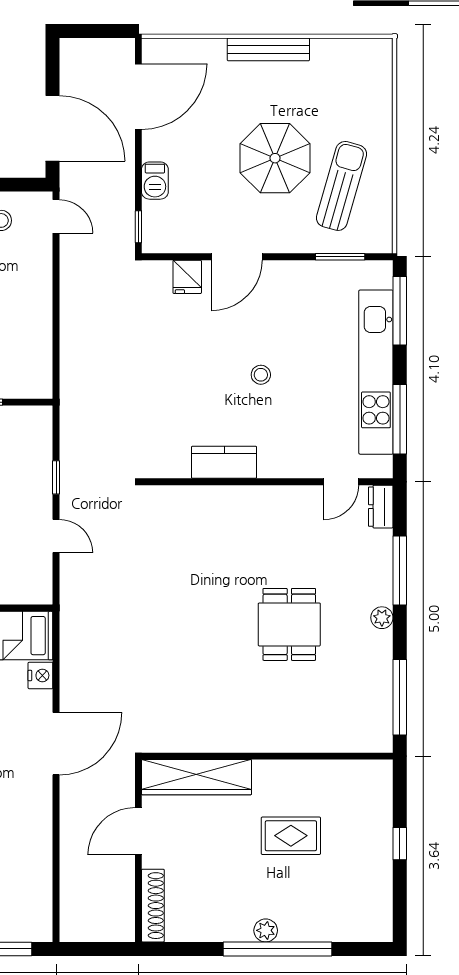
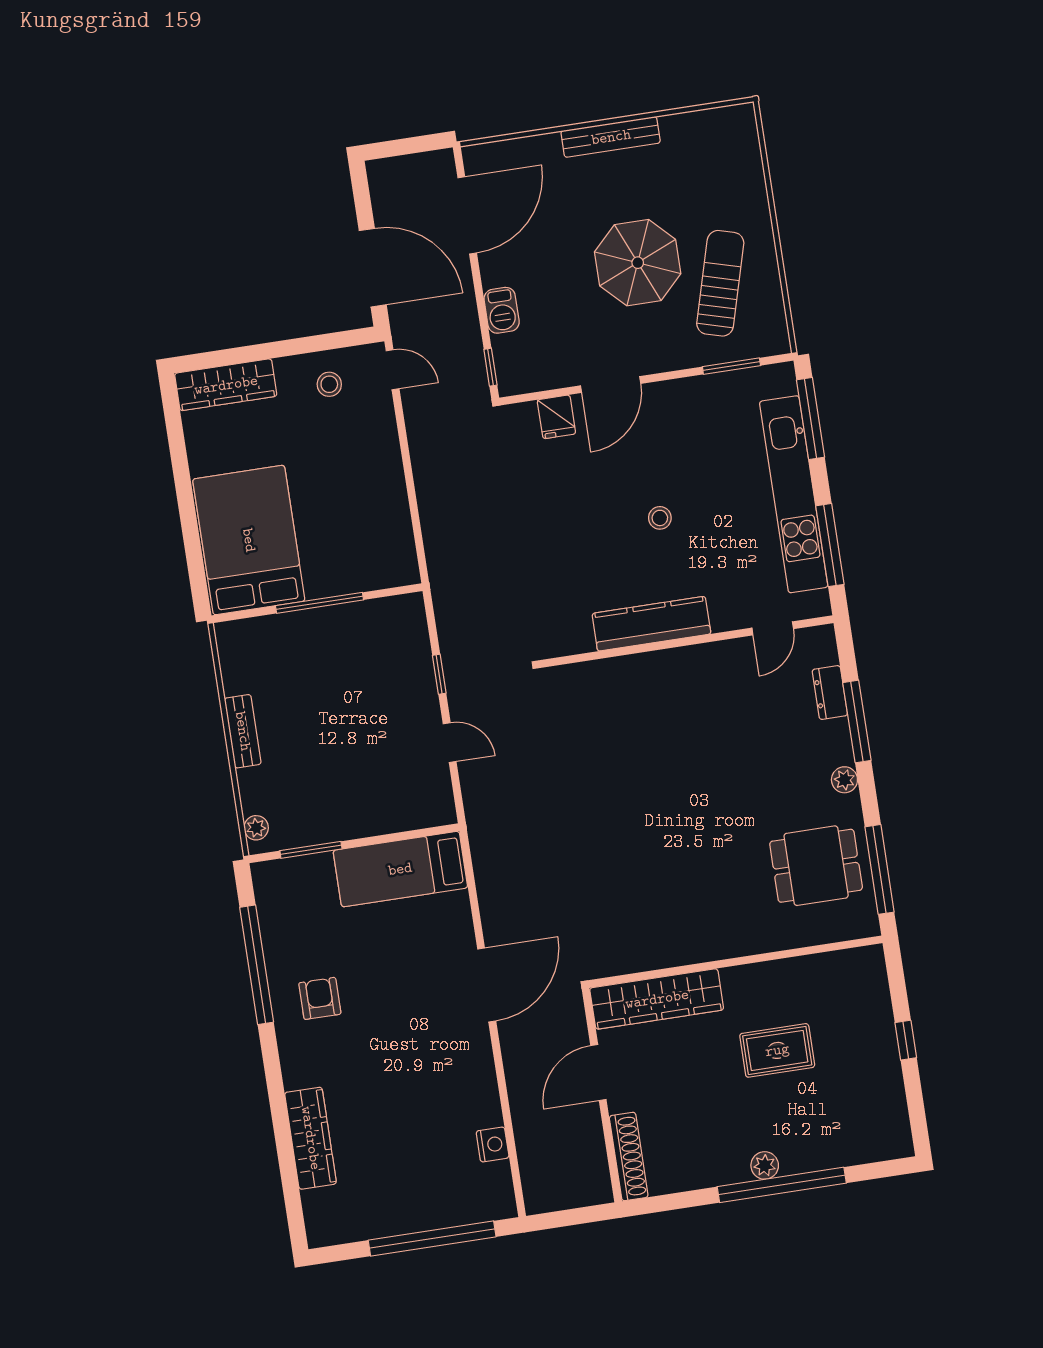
kitchen counter: (224, 462) -> (651, 624), width x1.50
dresser: (381, 507) -> (830, 693), moved
dining table: (289, 624) -> (816, 866), moved, turned 90
nightstand: (40, 675) -> (493, 1144), moved

